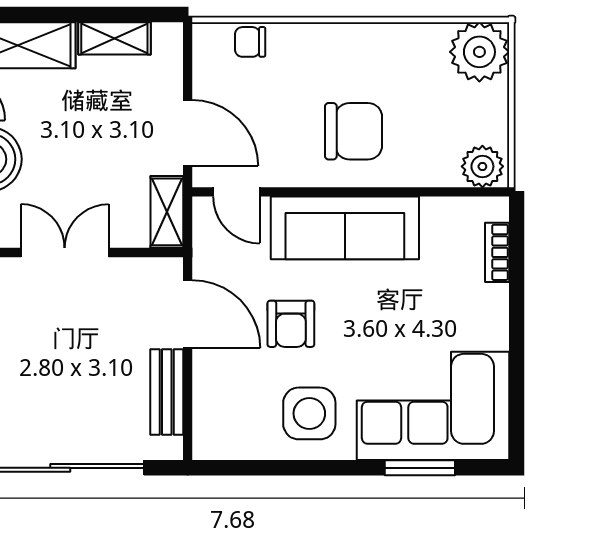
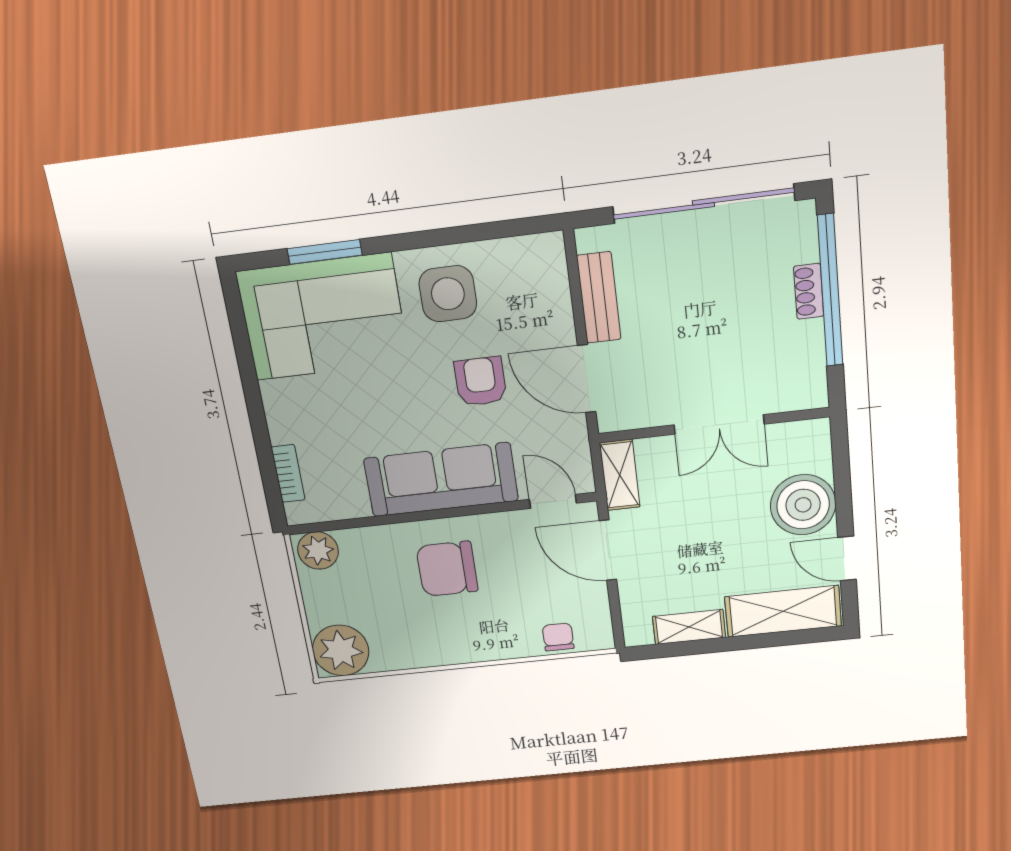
chair: (250, 42) -> (558, 637), turned -90

